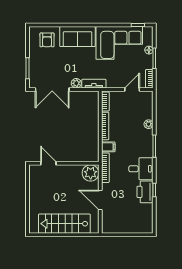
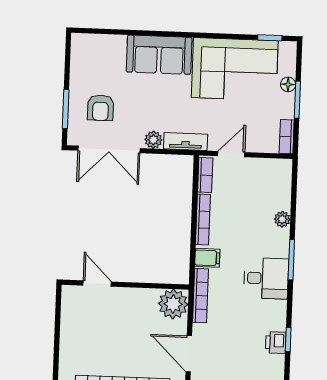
armchair: (47, 40) -> (101, 108), moved
door: (132, 89) -> (231, 154), moved
desk: (141, 169) -> (266, 278), moved
printer: (145, 192) -> (276, 343), width x0.53, depth x0.68

